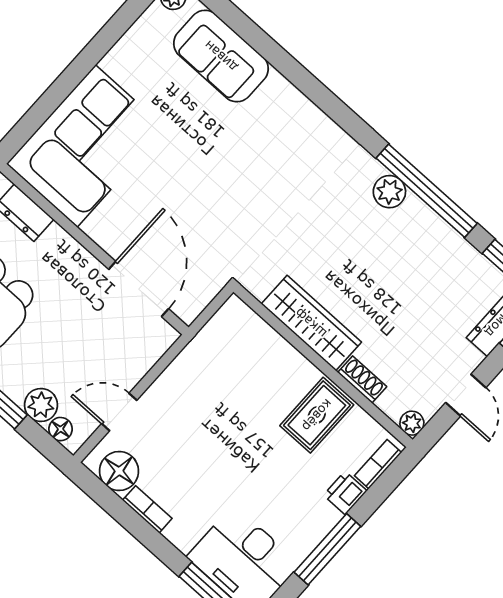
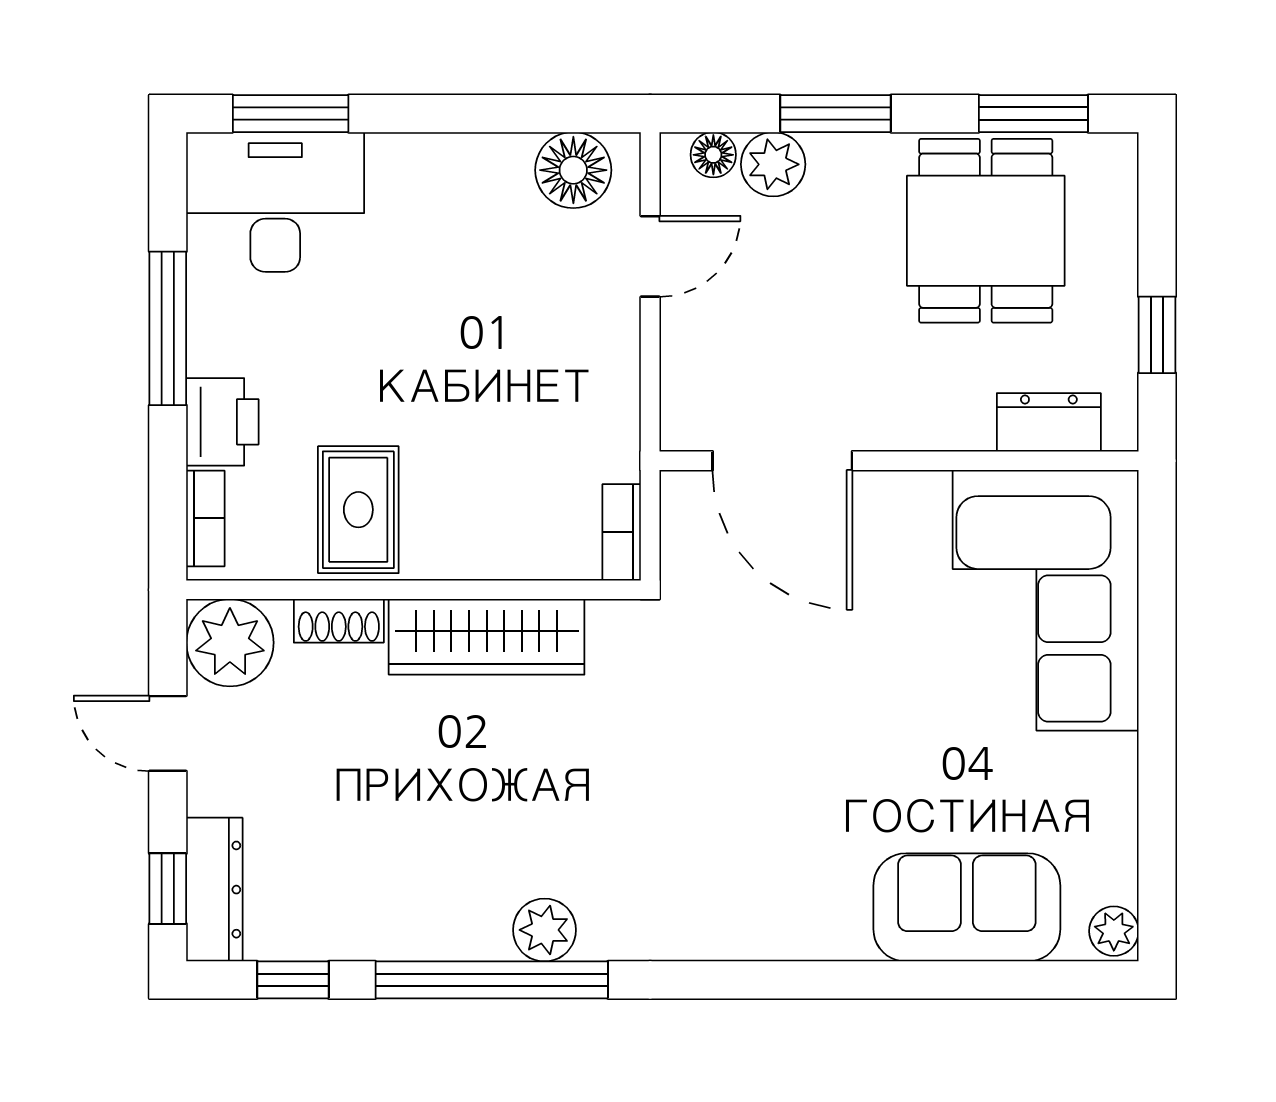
plant: (412, 423) -> (230, 643), width x1.87, depth x1.87
printer: (345, 493) -> (222, 422), width x1.36, depth x1.24
bookcase: (147, 509) -> (622, 532), moved, turned 90

